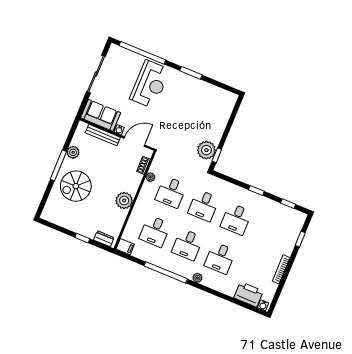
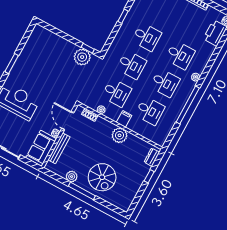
filing cabinet: (125, 247) -> (124, 119), moved

